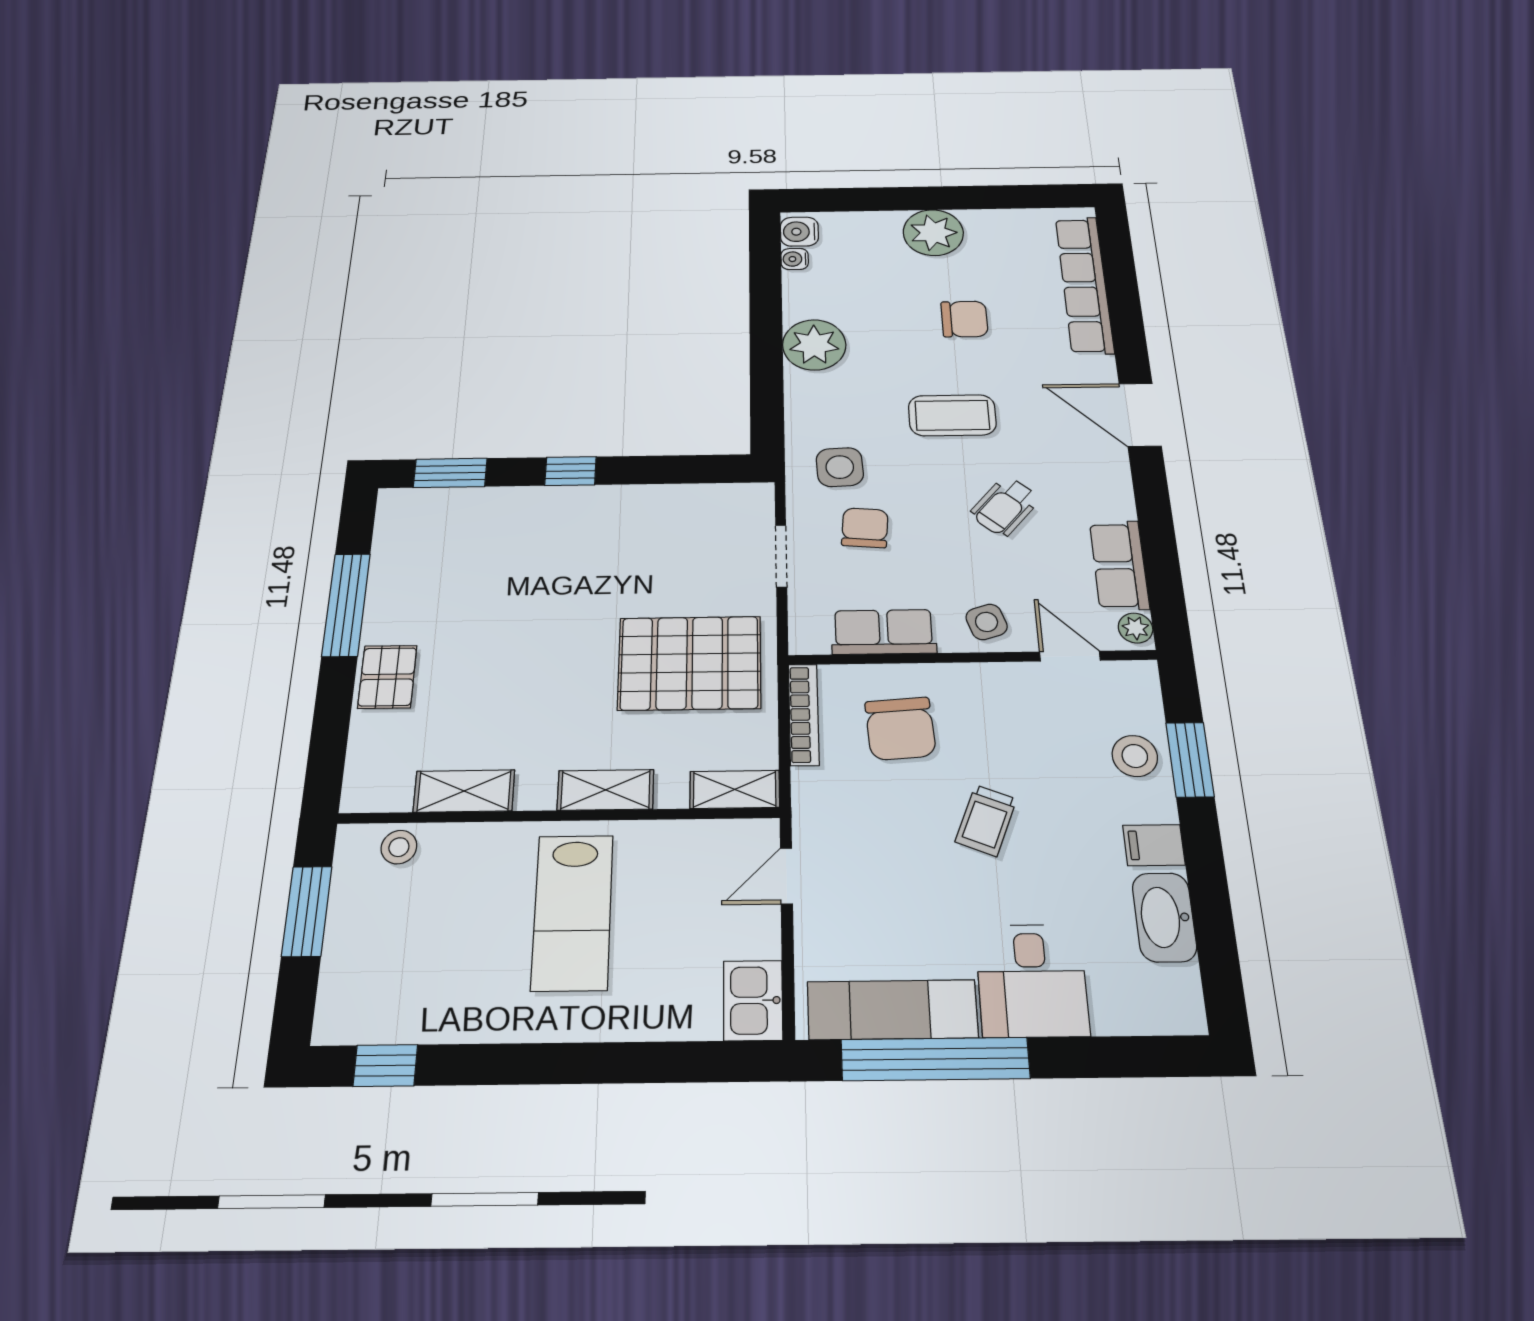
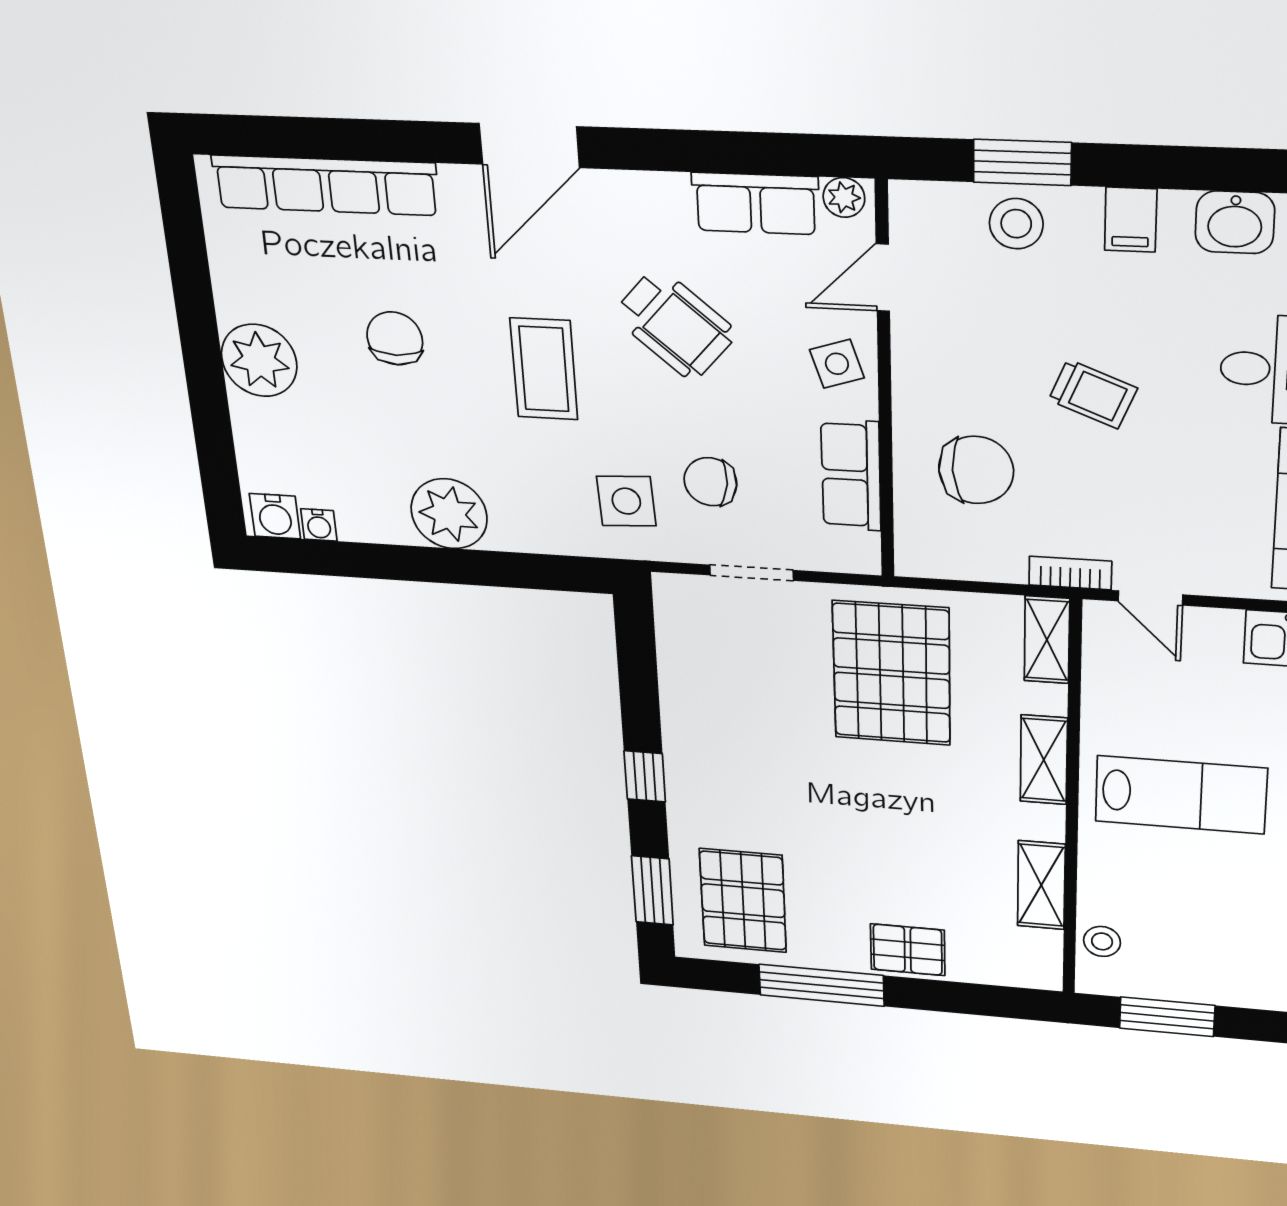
wheelchair: (1005, 506) -> (675, 324), width x1.36, depth x1.37
pallet: (441, 543) -> (743, 901), added
bookcase: (804, 714) -> (1070, 573), moved, width x0.64
washbasin: (1164, 917) -> (1235, 222), width x0.72

